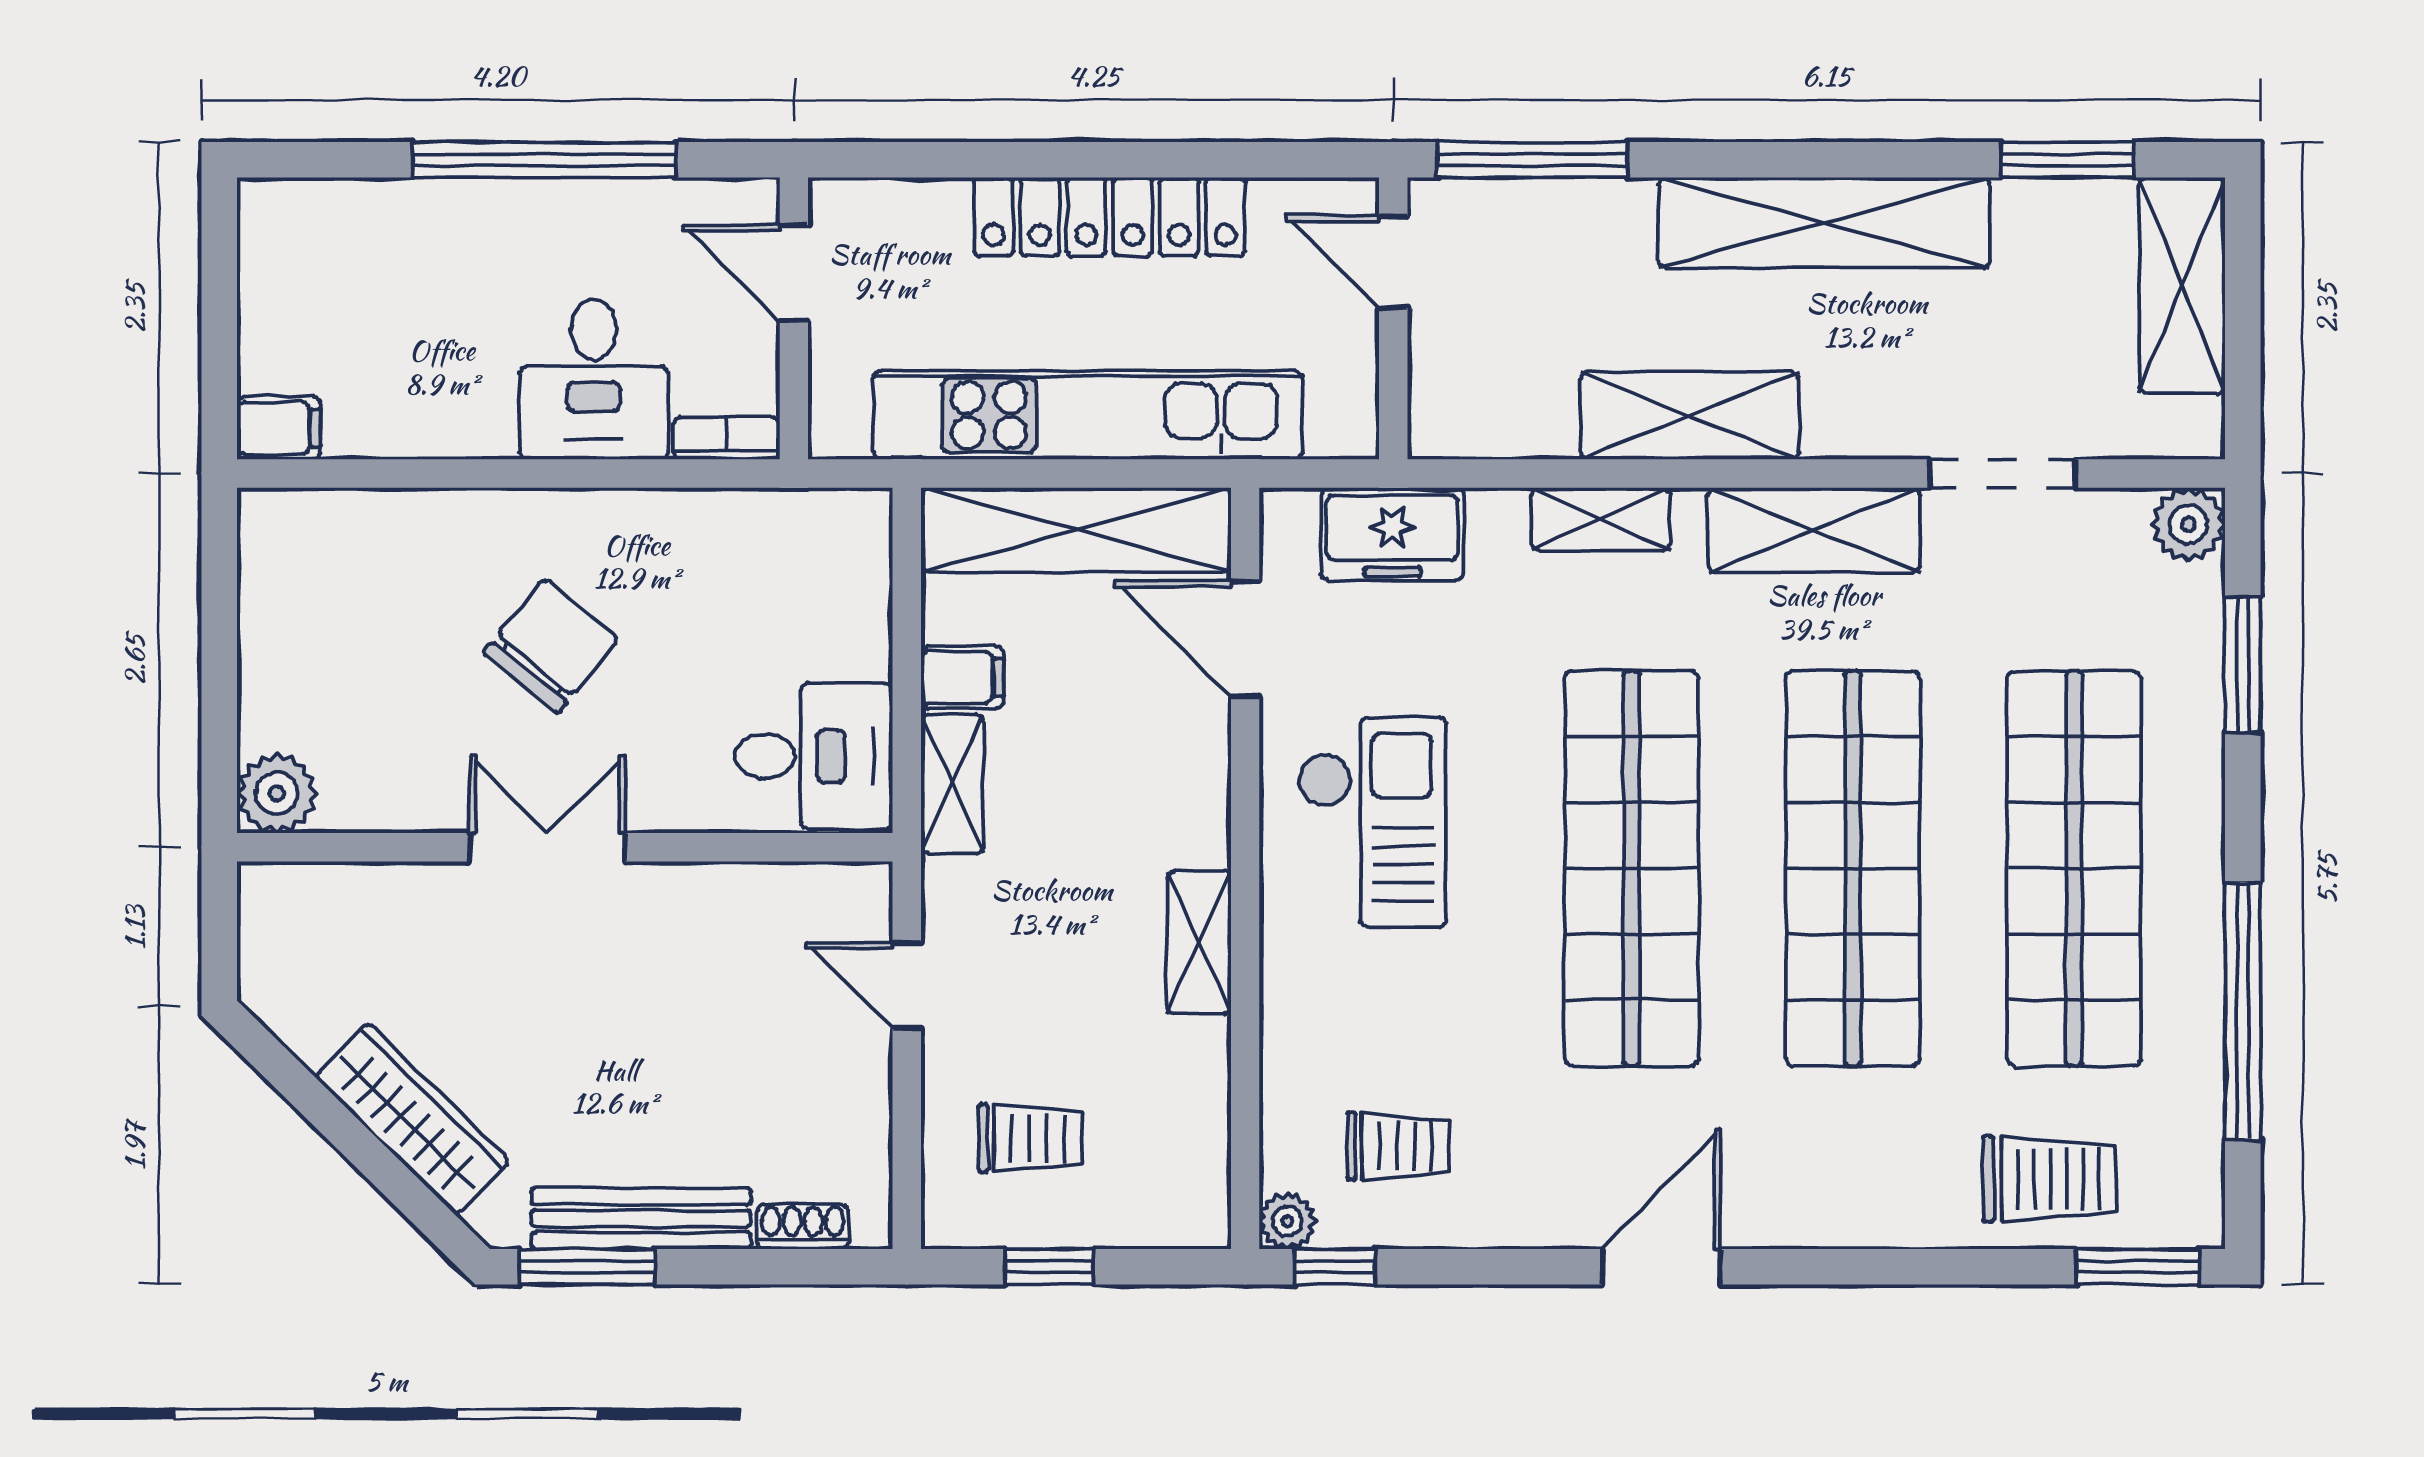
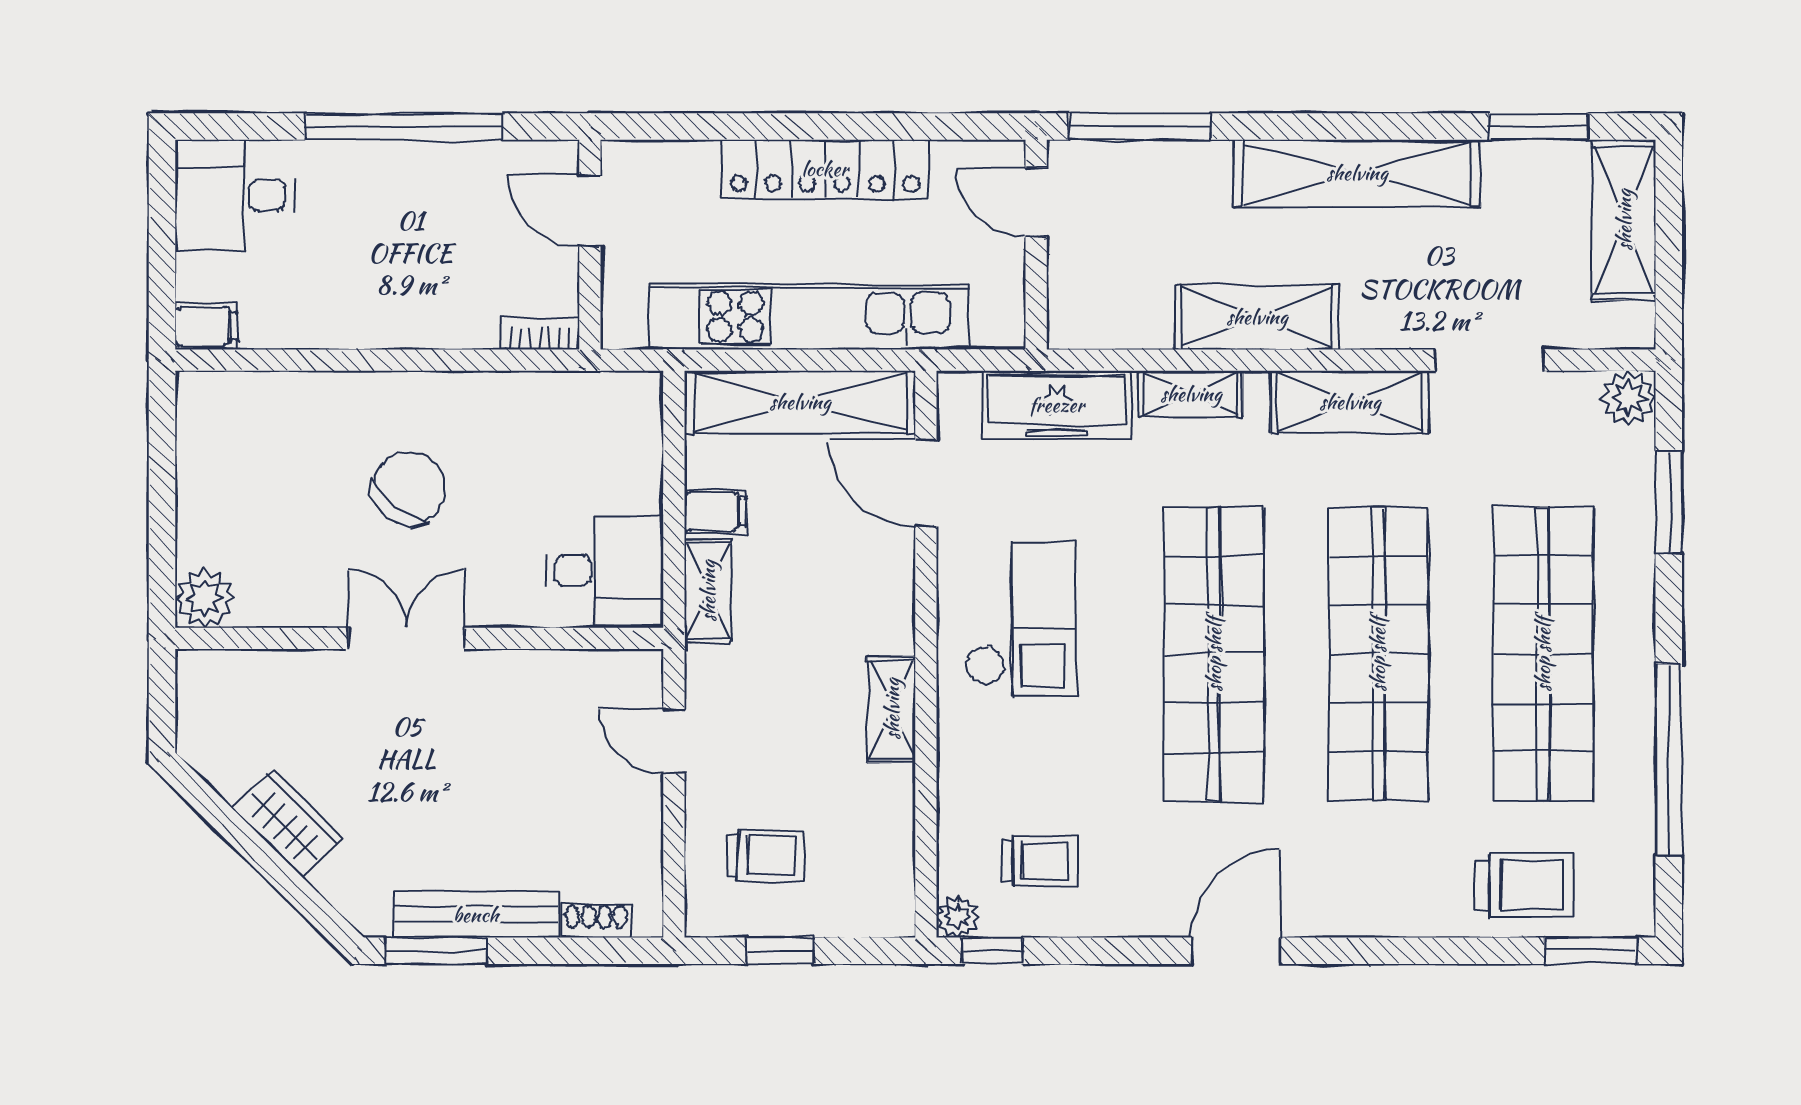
desk: (594, 379) -> (235, 195), moved, turned 90
freezer: (1392, 534) -> (1057, 405), width x1.40
wardrobe: (412, 1119) -> (288, 823), width x0.67

